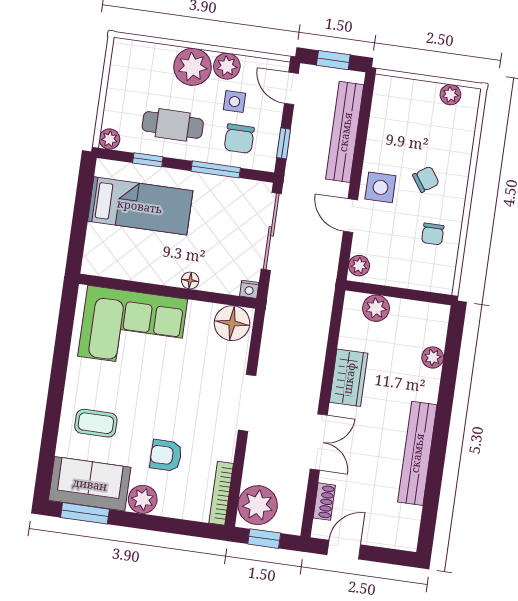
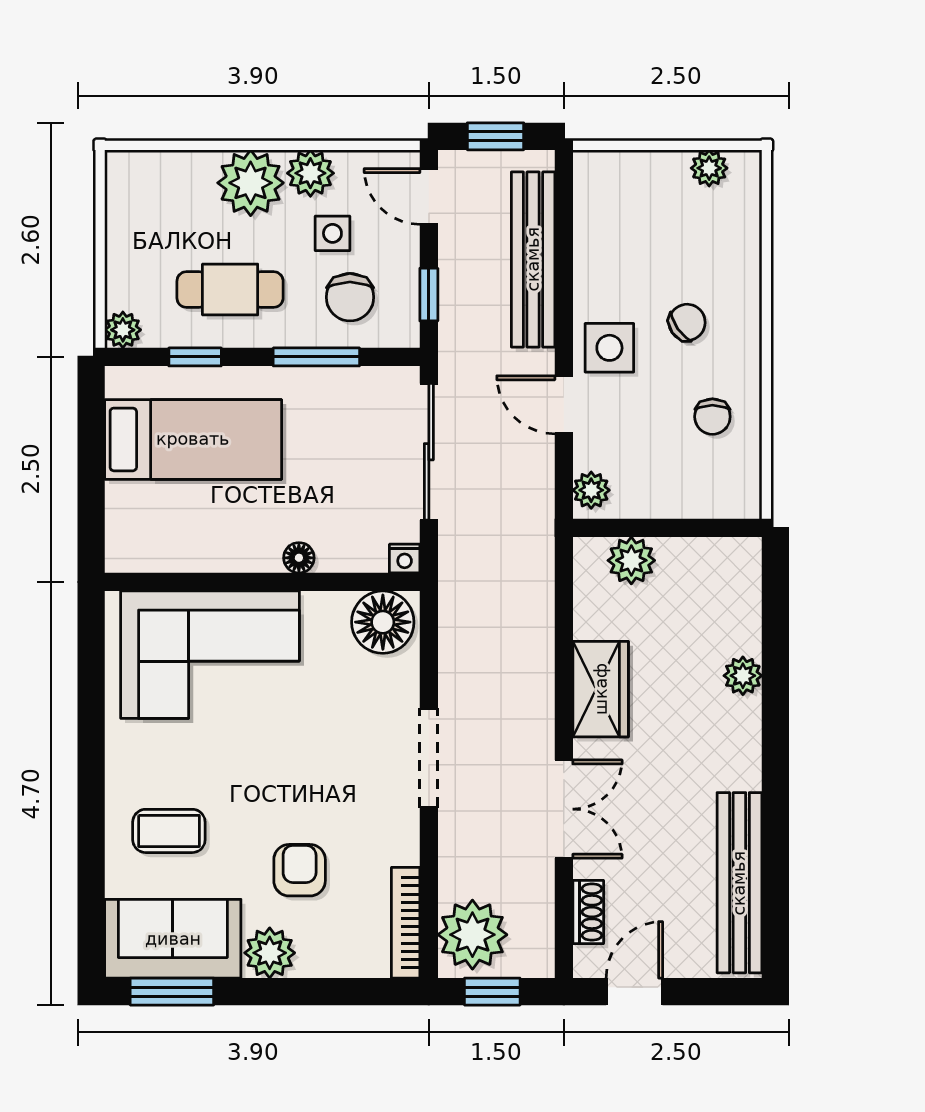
plant: (433, 357) -> (743, 676), moved
bench: (417, 453) -> (739, 883), moved
armchair: (166, 455) -> (300, 870), turned 90

